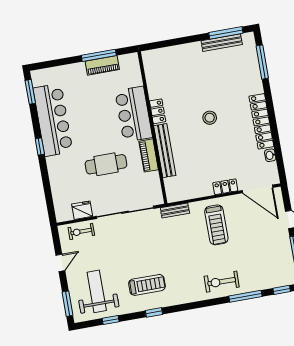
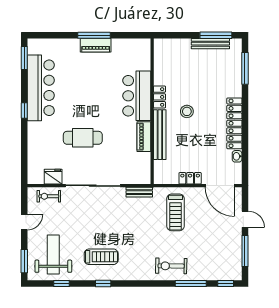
locker: (158, 111) -> (159, 97), moved
bar counter: (134, 114) -> (137, 96), moved
wall: (152, 128) -> (152, 111), moved
bench: (165, 151) -> (160, 135), moved
piano: (149, 155) -> (144, 137), moved

